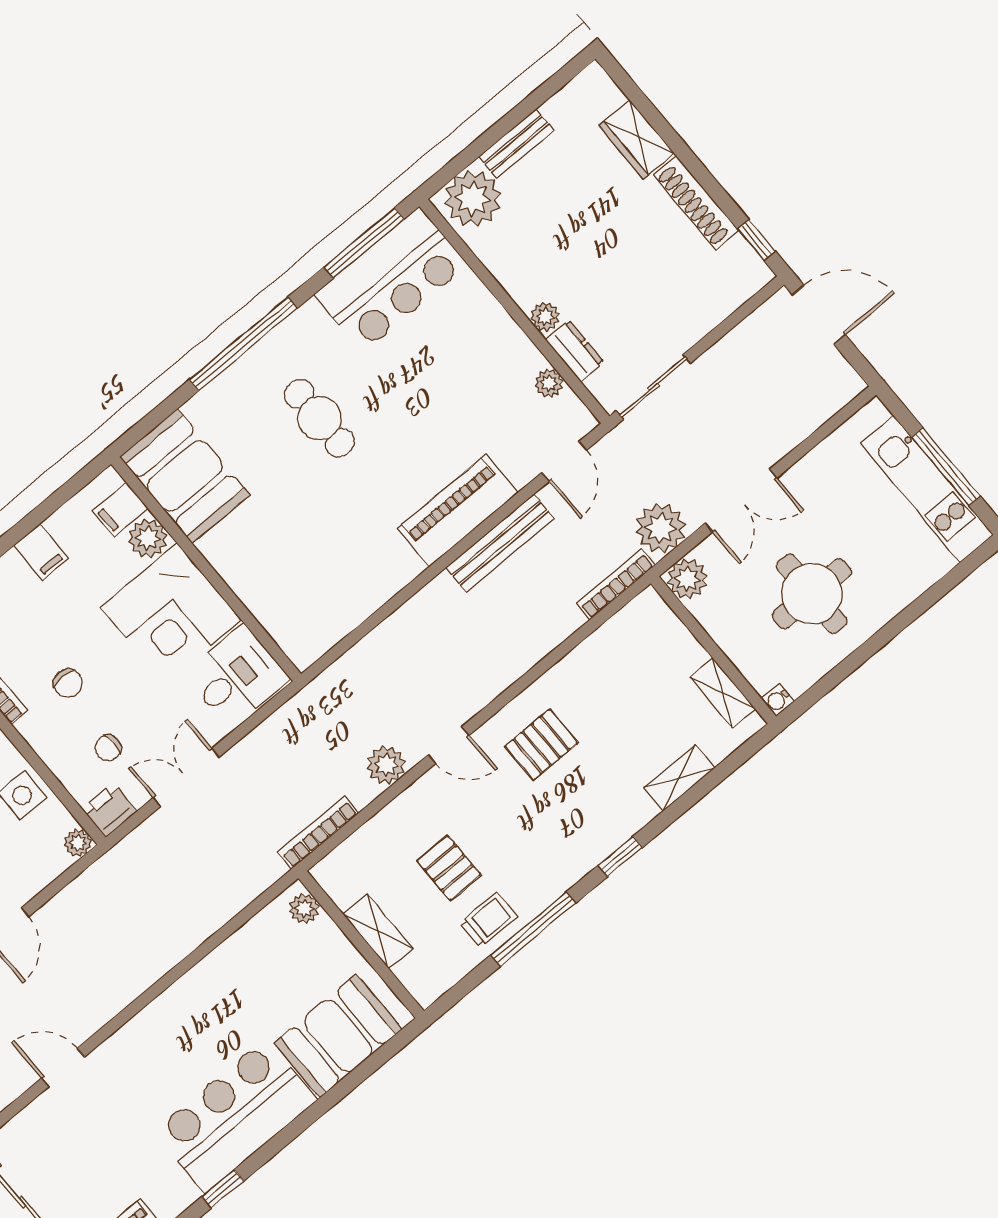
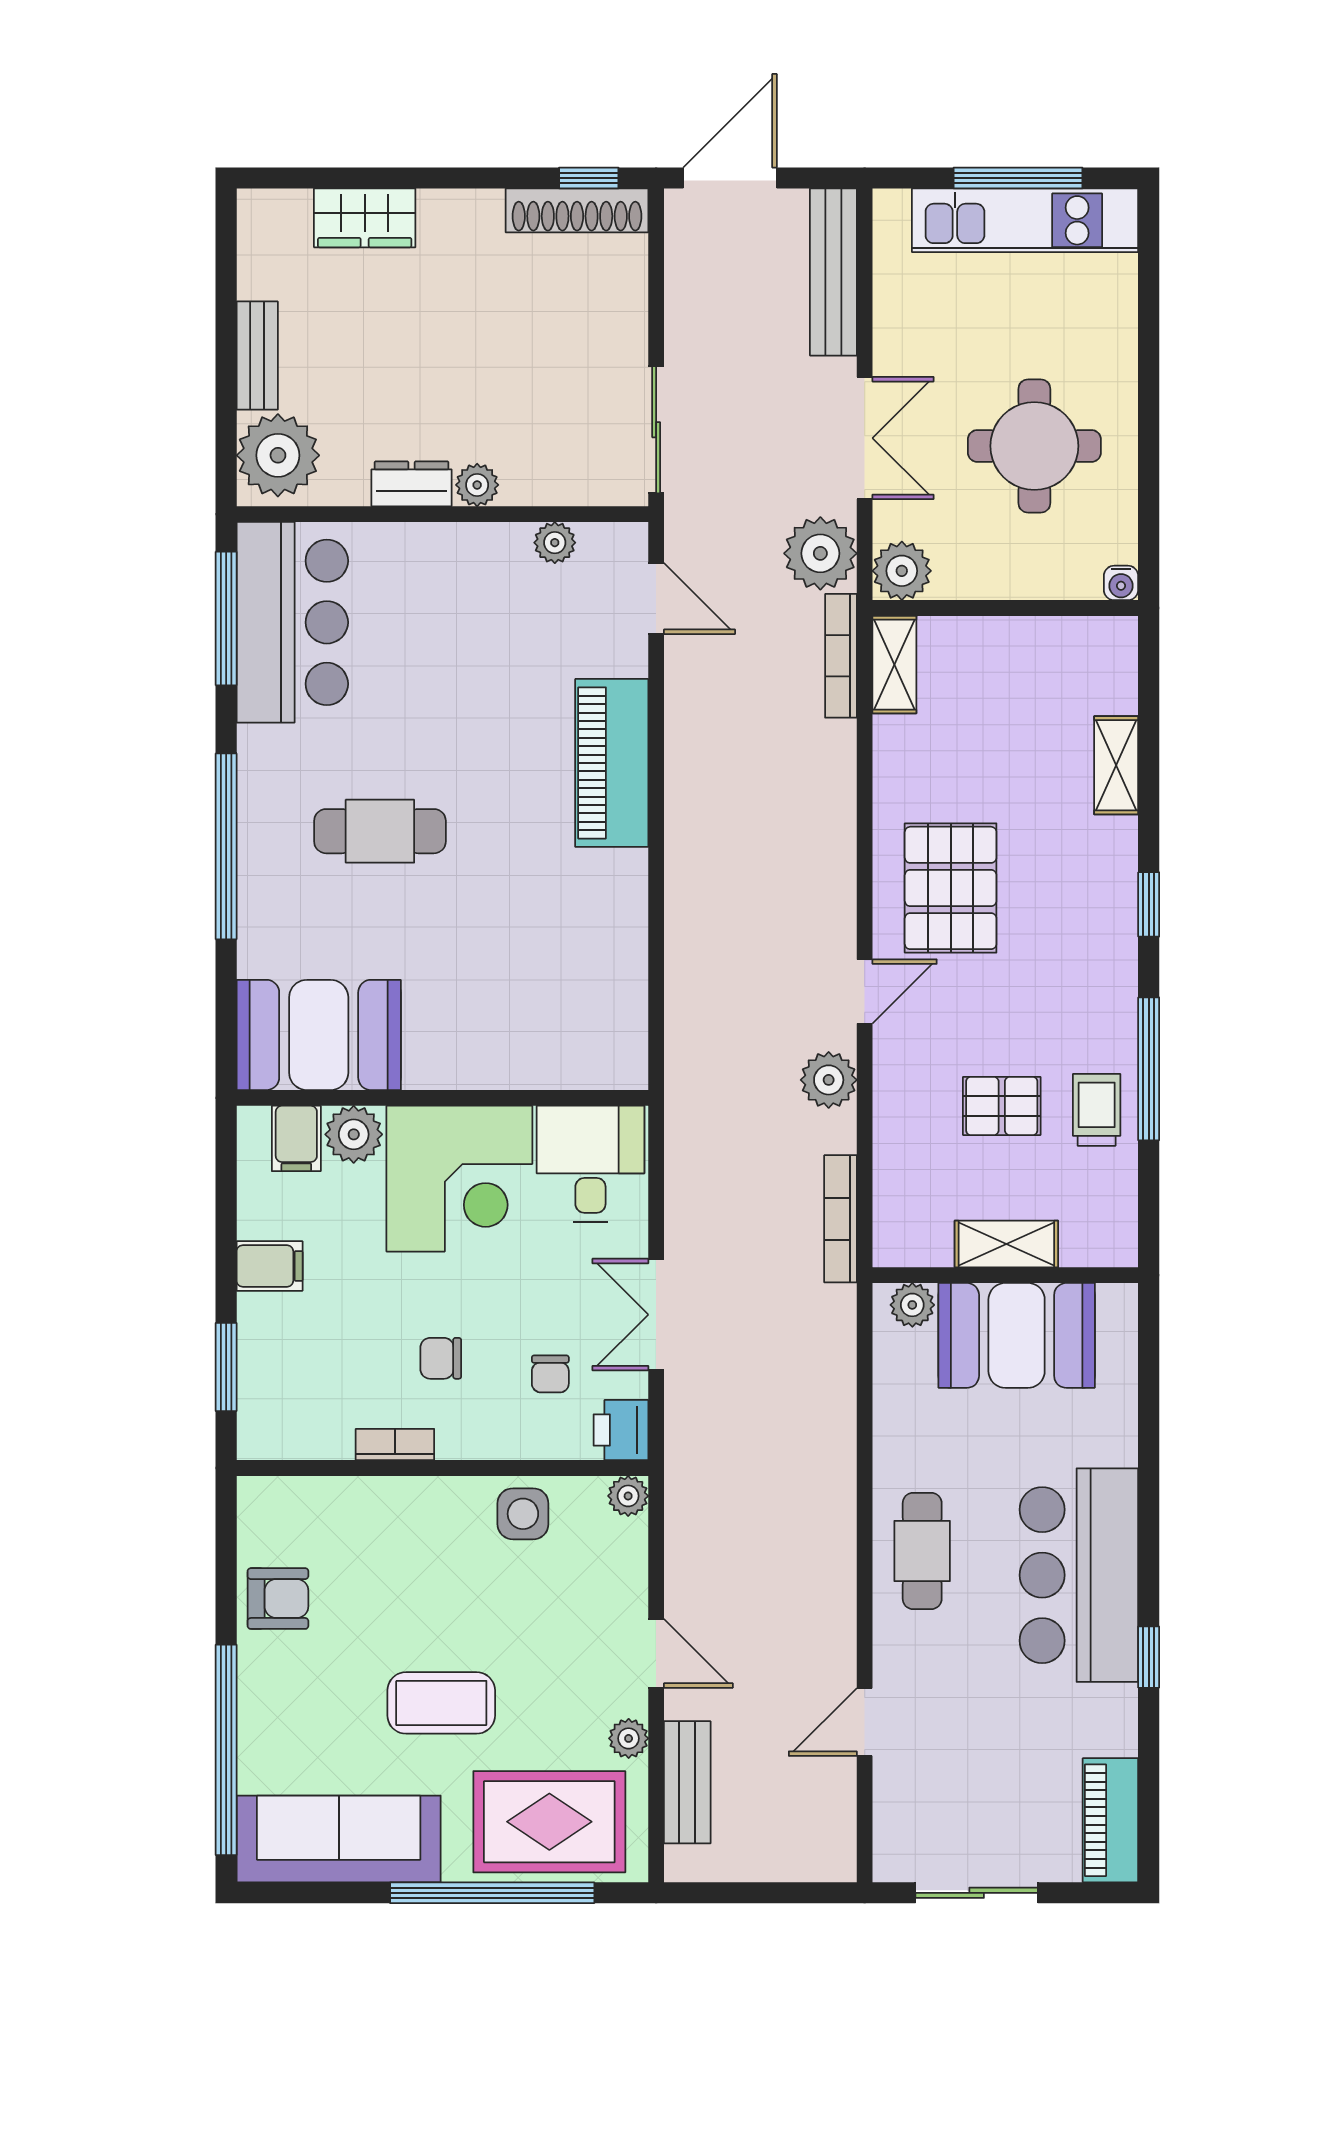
shoe rack: (696, 203) -> (577, 210), moved
dresser: (575, 351) -> (412, 484), moved
bench: (500, 543) -> (833, 272), moved
chair: (68, 683) -> (441, 1358), turned 180
shelving: (723, 693) -> (894, 665), moved, turned 90
pallet: (541, 745) -> (951, 888), width x1.50, depth x1.42
cafe table: (179, 1022) -> (922, 1551), added
booth: (338, 1036) -> (1017, 1335), moved, turned 90

